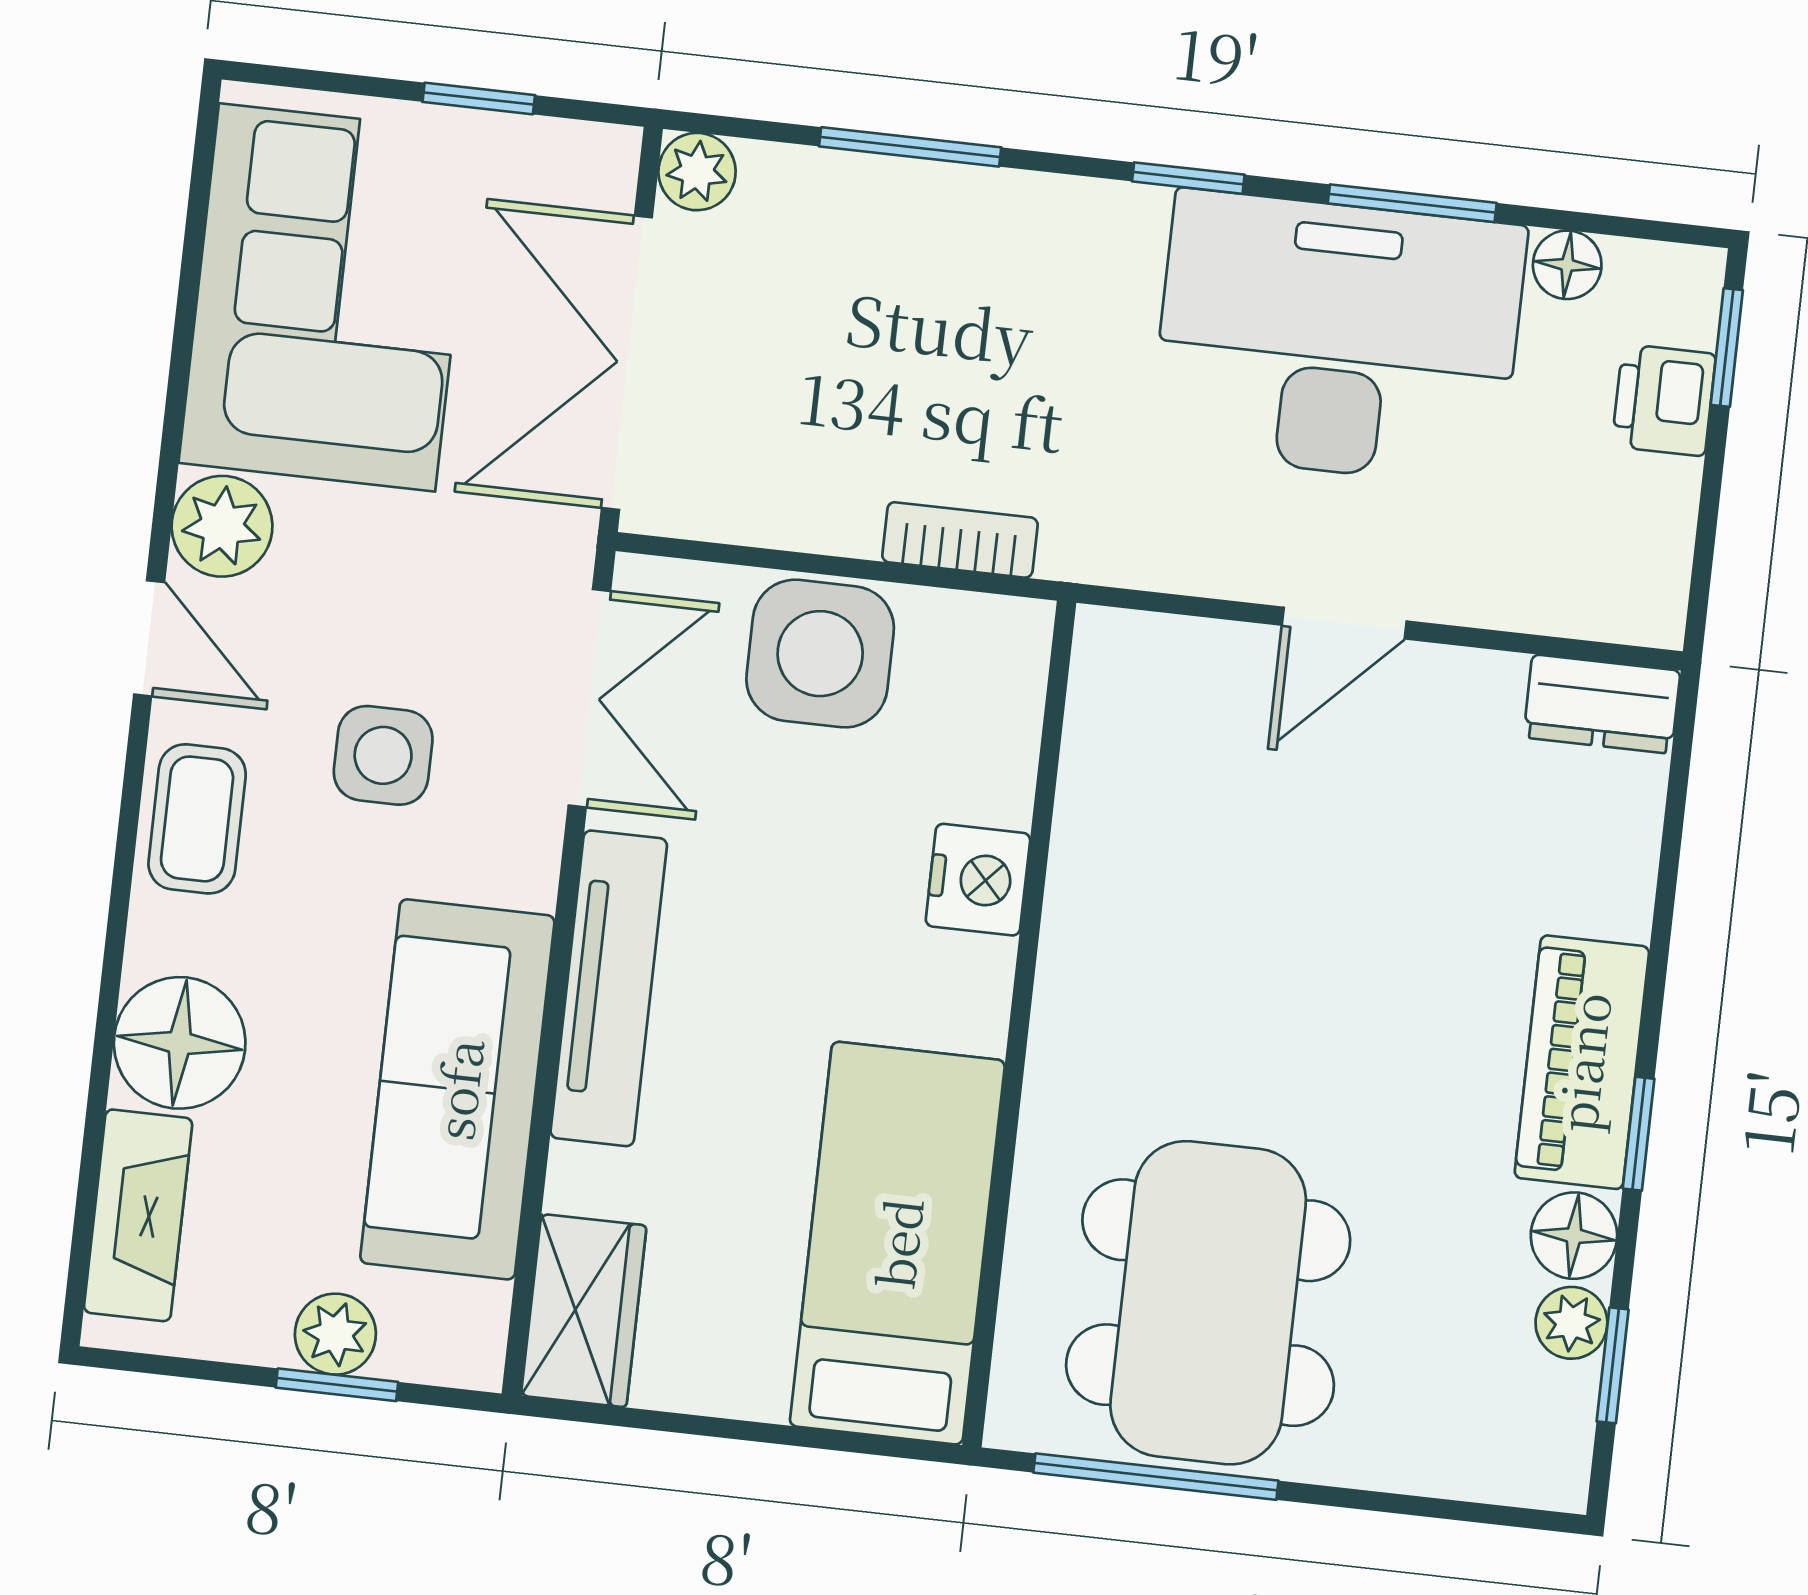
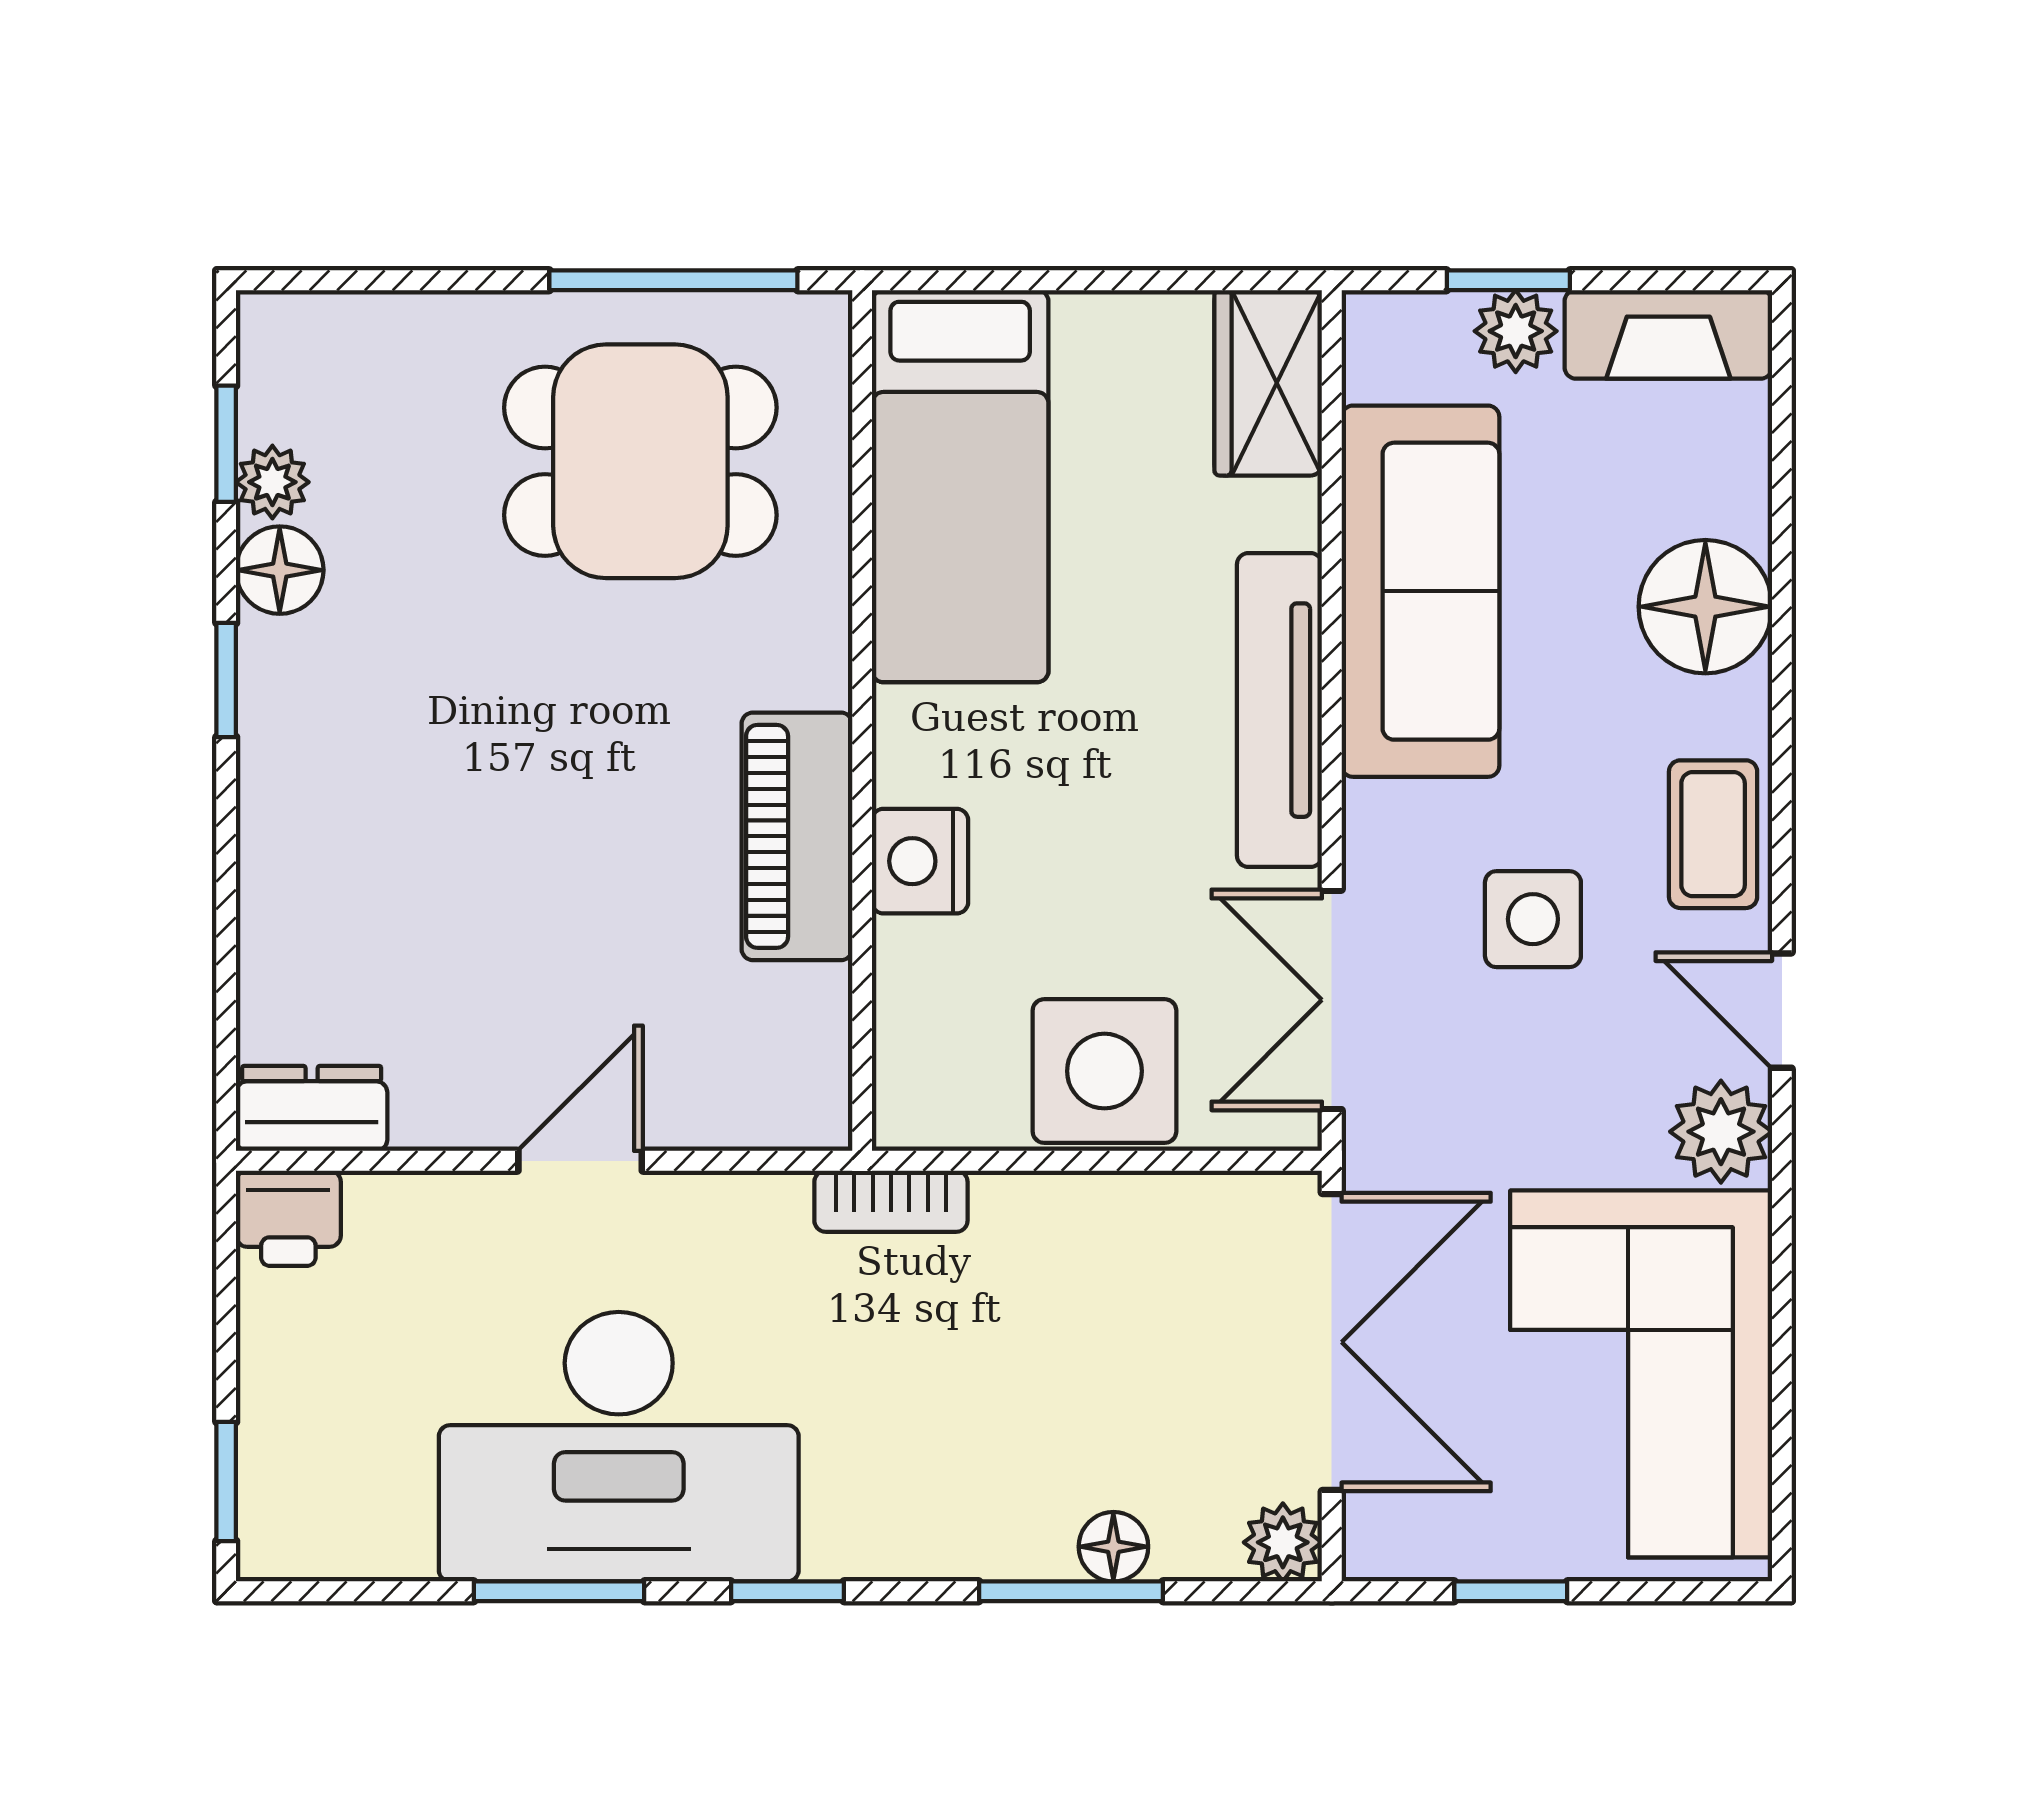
floor lamp: (1567, 265) -> (1113, 1547), moved
printer: (1664, 400) -> (288, 1218), moved, turned 90
bookcase: (960, 540) -> (891, 1201), moved
piano: (1582, 1062) -> (797, 836), moved, turned 180
fireplace: (138, 1215) -> (1668, 334), moved, turned -90
dining table: (1208, 1303) -> (640, 461), width x0.73

